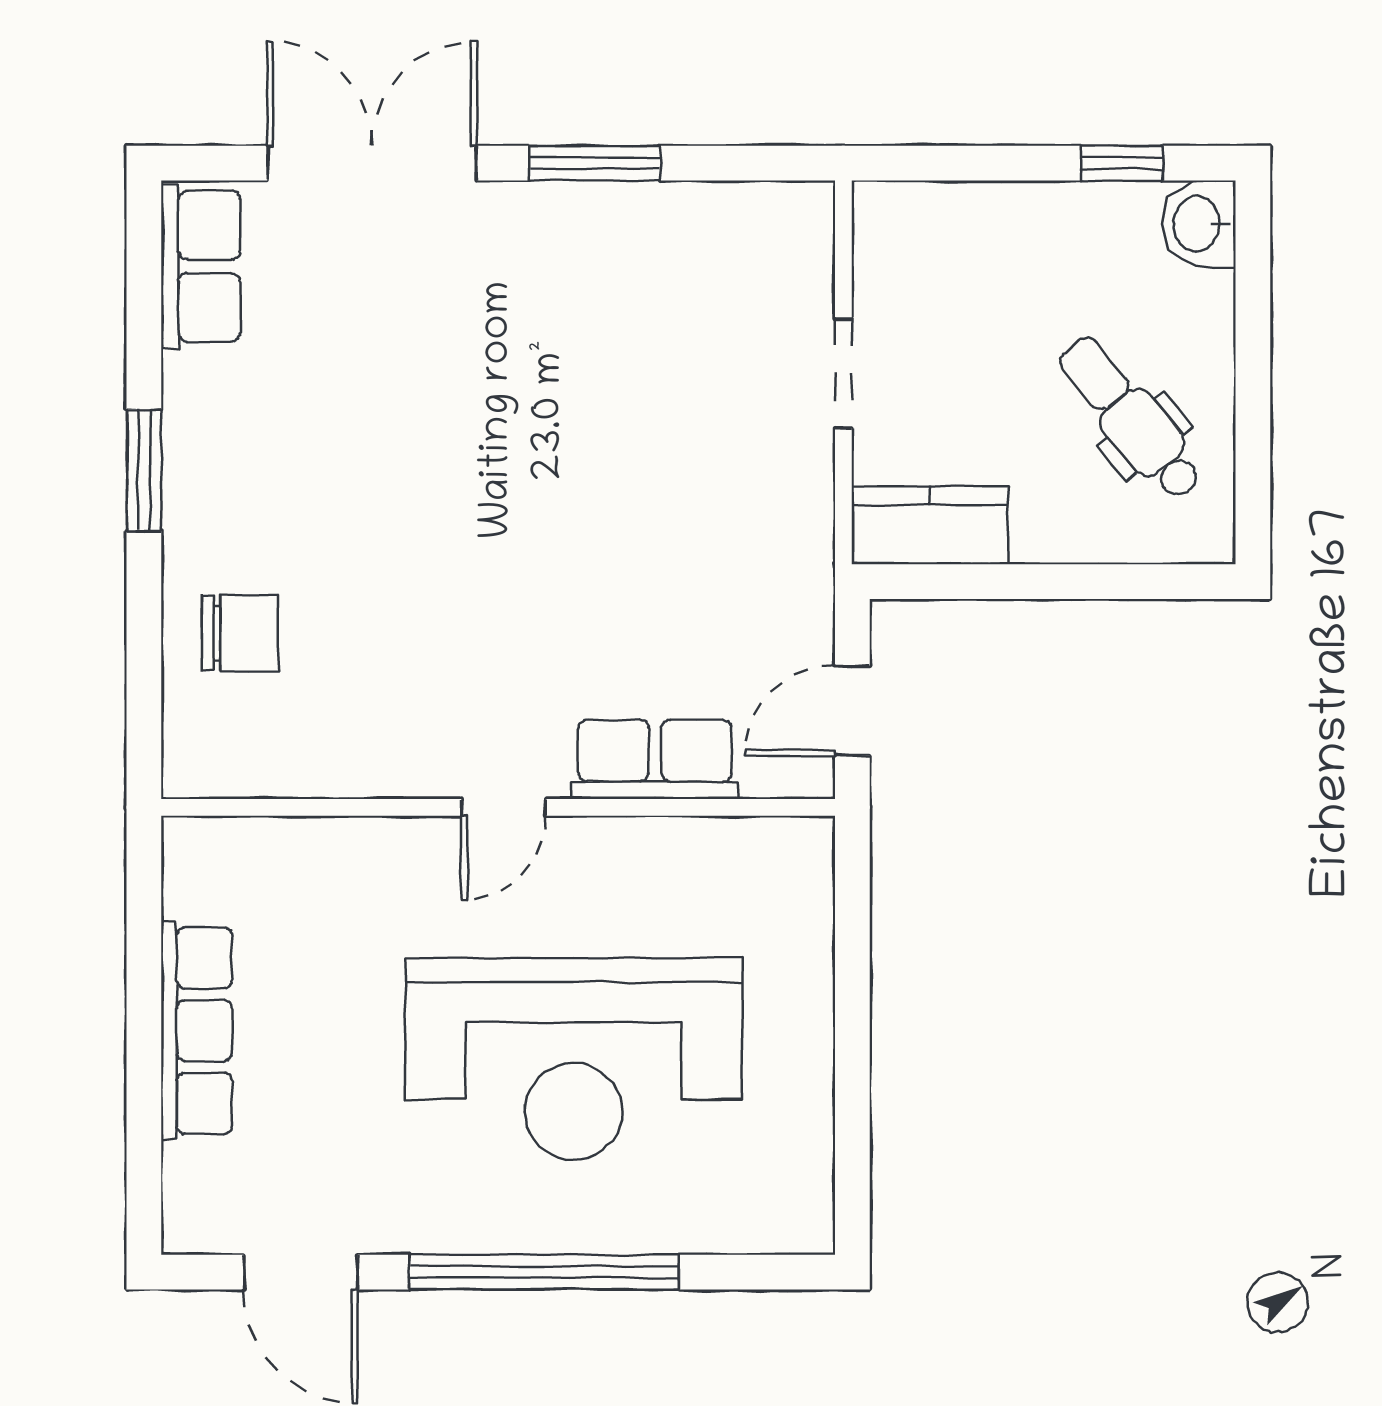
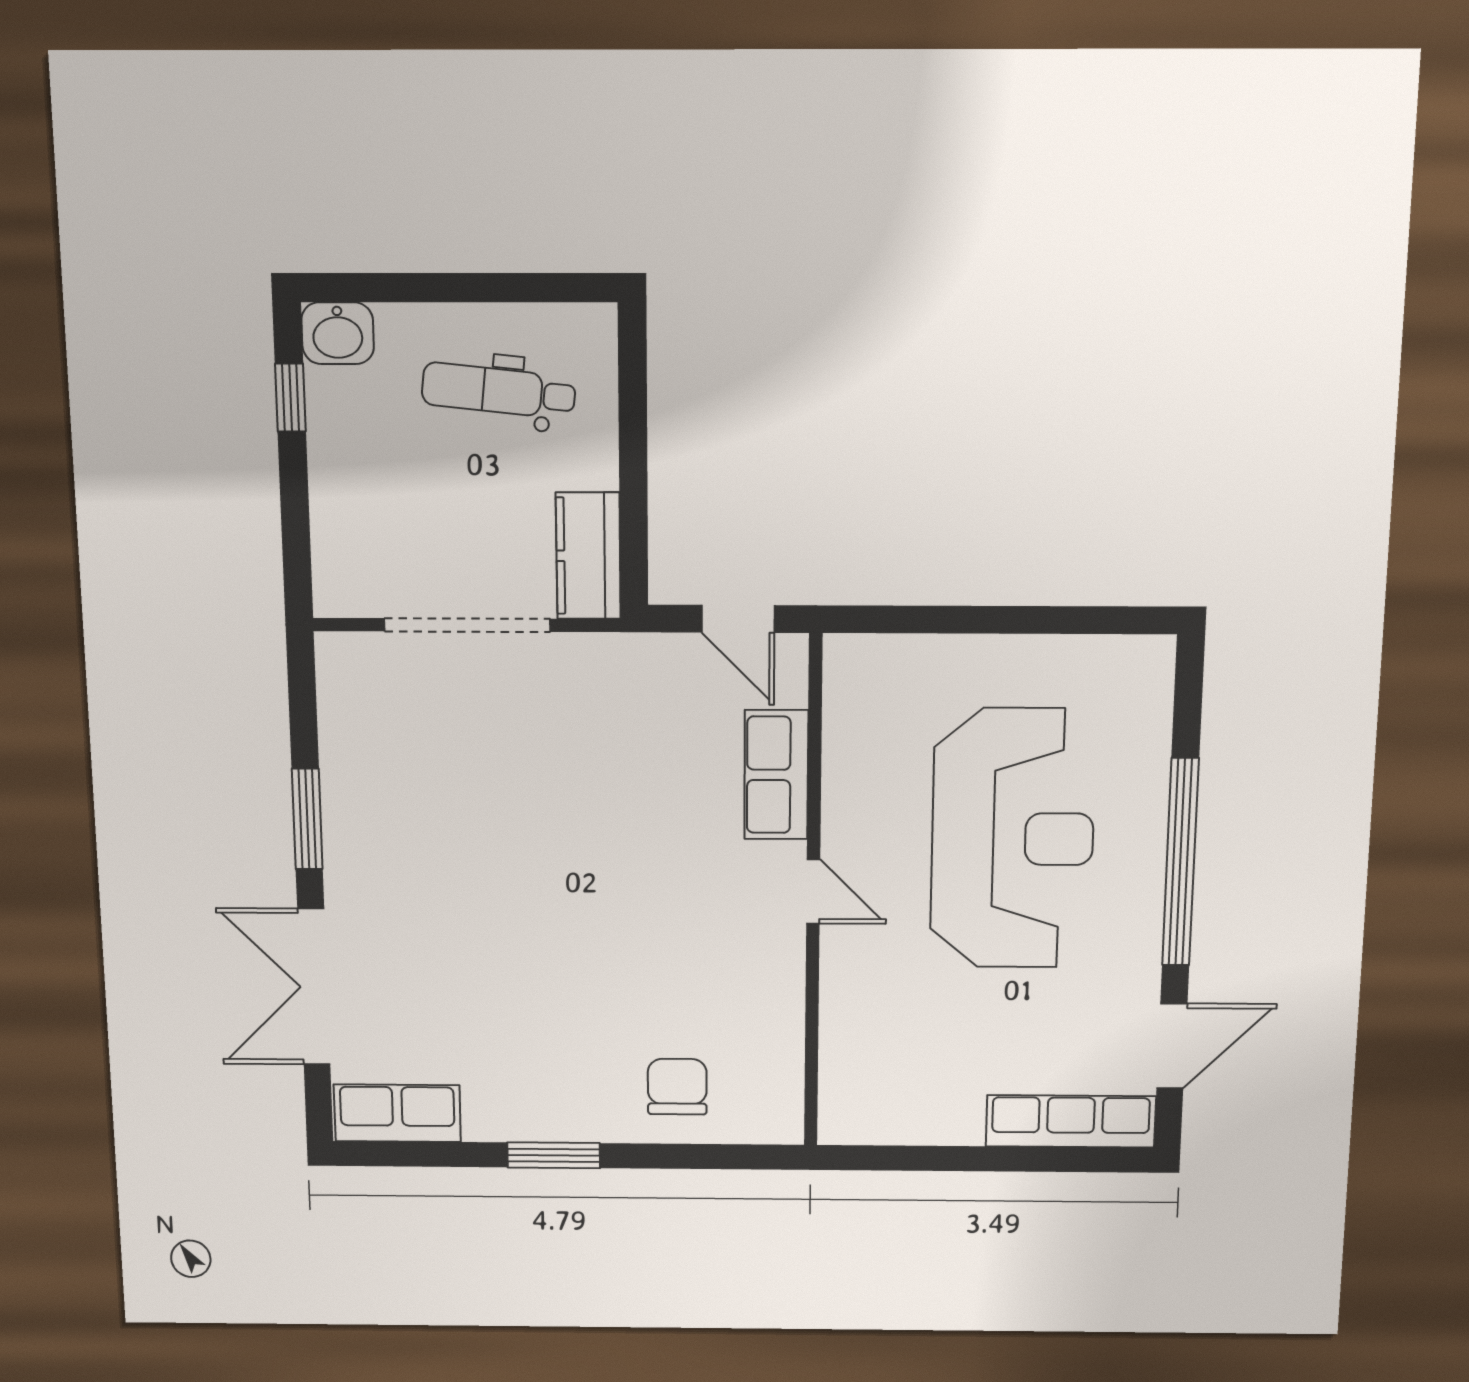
doorway: (843, 373) -> (467, 625), width x1.88
dental chair: (1131, 418) -> (499, 391), turned 45
row of seats: (197, 1031) -> (1071, 1121), moved

